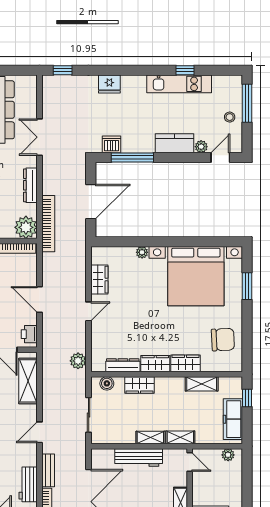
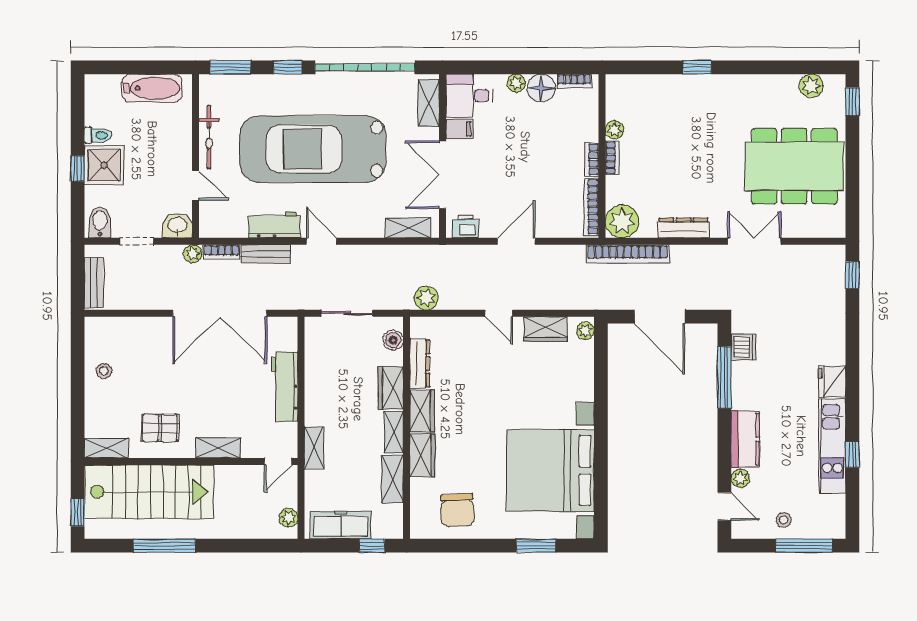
fridge: (109, 84) -> (832, 381), moved
plant: (142, 252) -> (585, 331), moved
shelving: (28, 381) -> (408, 228), width x0.67, depth x0.75
shelving: (150, 437) -> (394, 432), moved
workbench: (28, 484) -> (274, 225), moved

